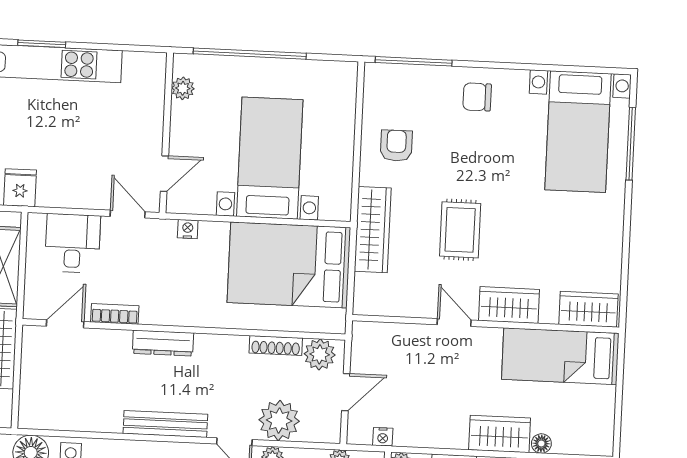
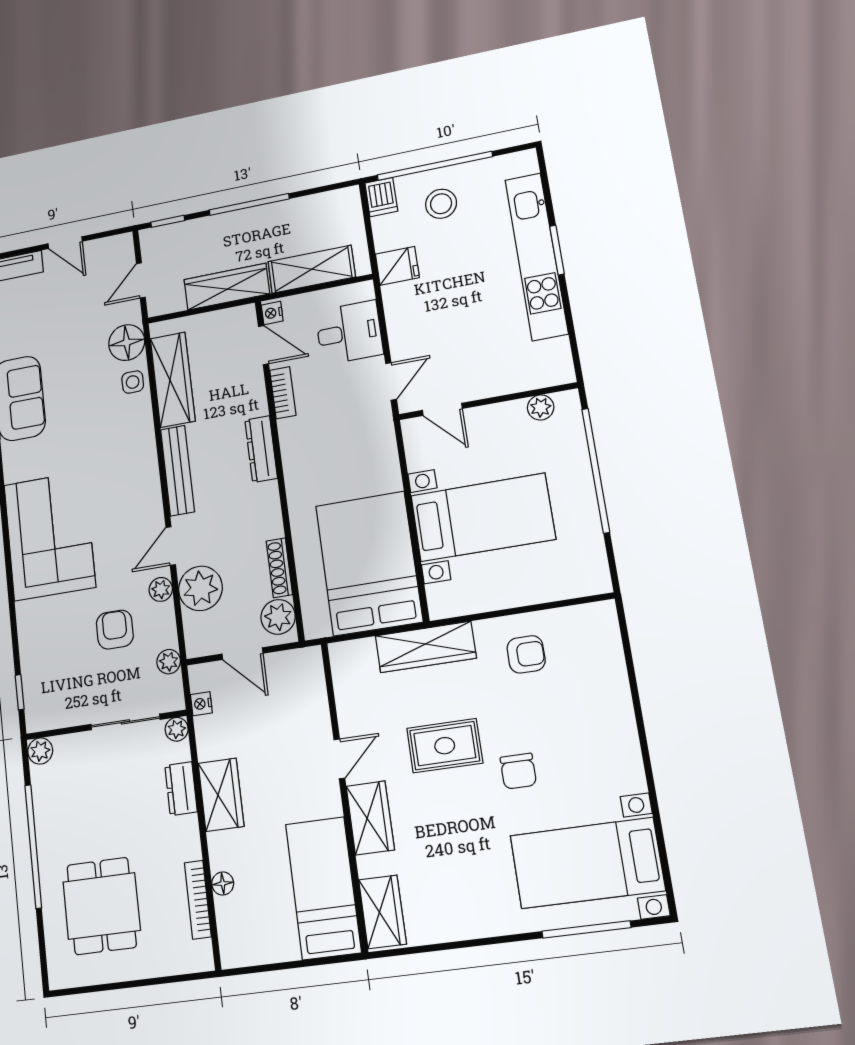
window: (414, 61) -> (628, 655), removed
chair: (477, 97) -> (518, 771), moved, turned 180
nightstand: (188, 229) -> (272, 313), moved, turned 180
wardrobe: (78, 414) -> (173, 380), added
wardrobe: (500, 434) -> (221, 795), moved

